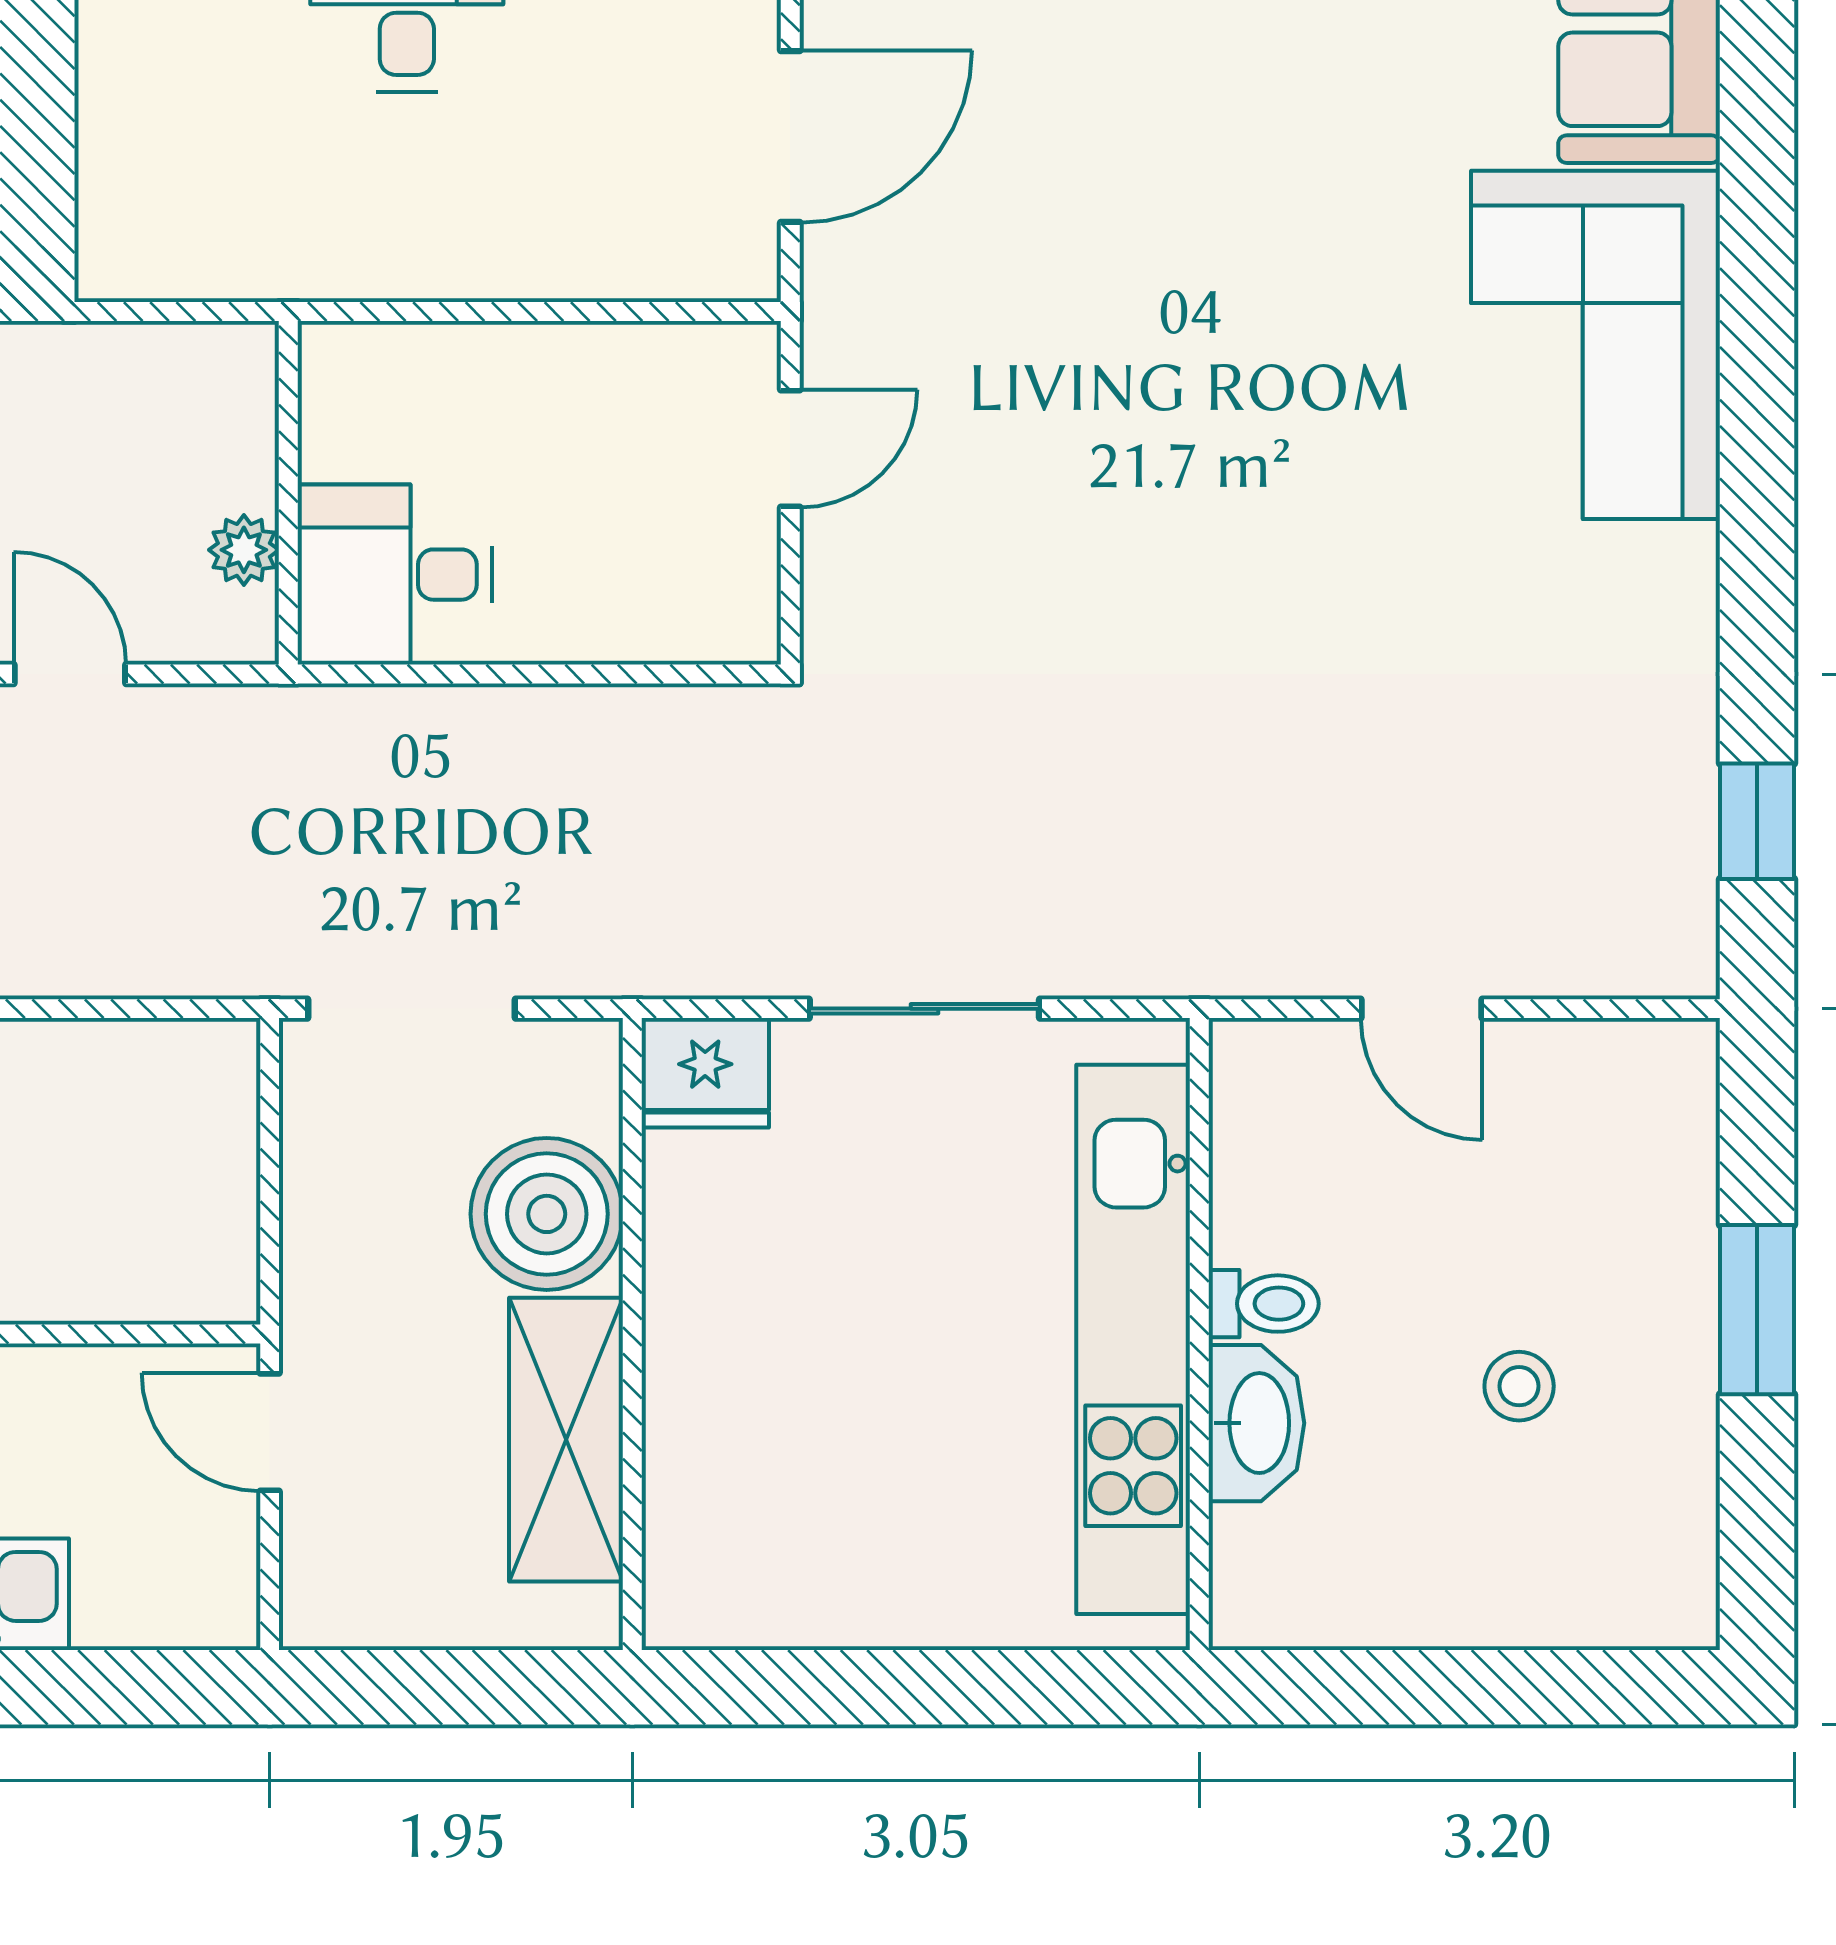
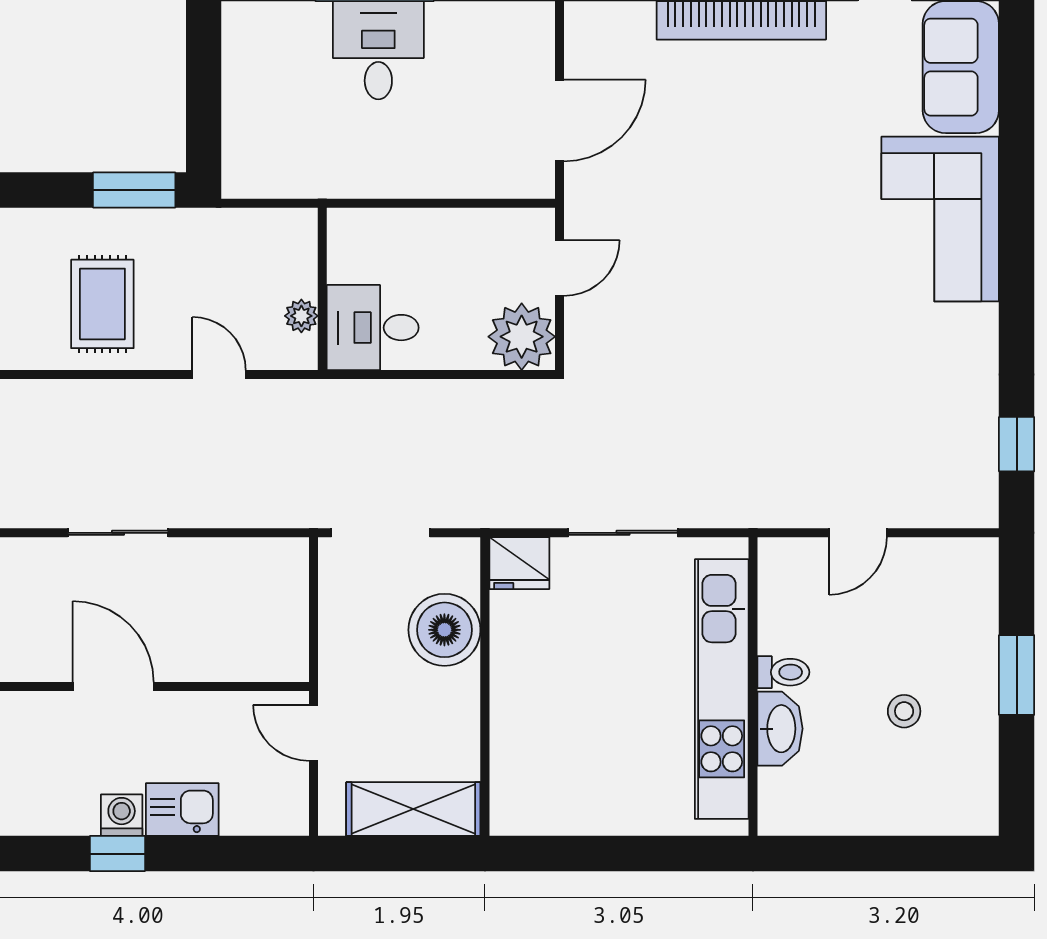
plant: (710, 594) -> (522, 337), added
door: (1422, 1009) -> (858, 533), hinge flipped
shelving: (566, 1440) -> (413, 809), moved, turned 90

